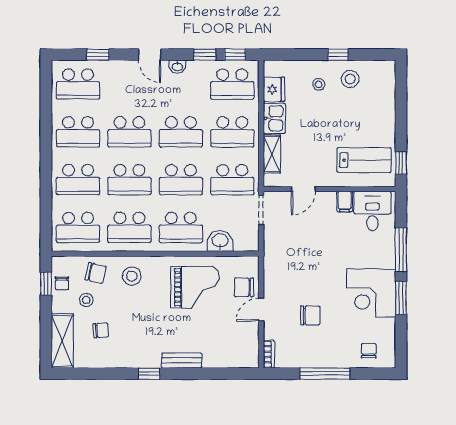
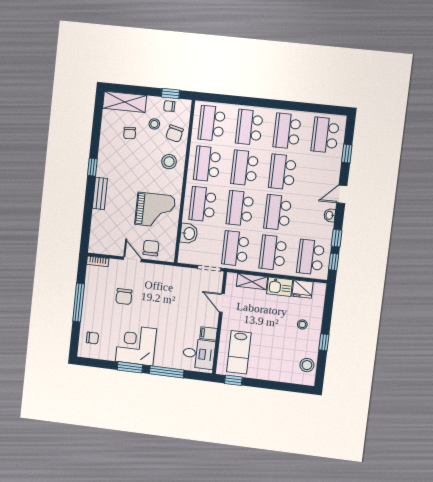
stool: (350, 79) -> (307, 365), moved
grand piano: (195, 287) -> (155, 210), turned -90

